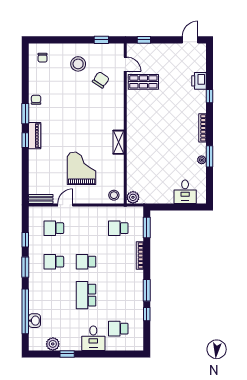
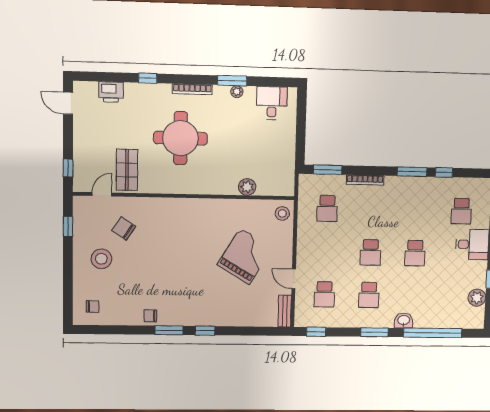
printer: (199, 81) -> (111, 92), moved
round table: (167, 120) -> (180, 138), added
piano: (35, 136) -> (199, 318), removed
shelving: (119, 142) -> (210, 206), removed
grand piano: (82, 168) -> (245, 256), turned 121
desk: (185, 192) -> (272, 103), moved, turned -90
plant: (133, 197) -> (247, 187), moved
window: (25, 240) -> (316, 332), moved
school desk: (86, 295) -> (415, 253), width x0.54
washbasin: (35, 321) -> (404, 321), moved

